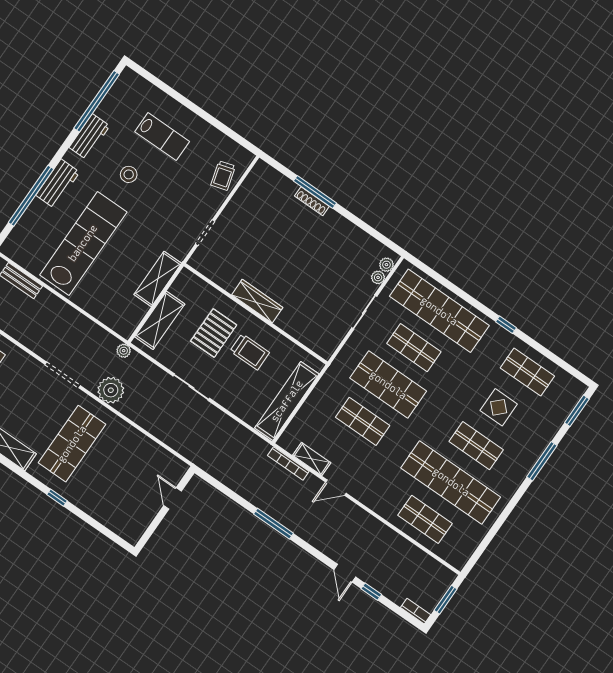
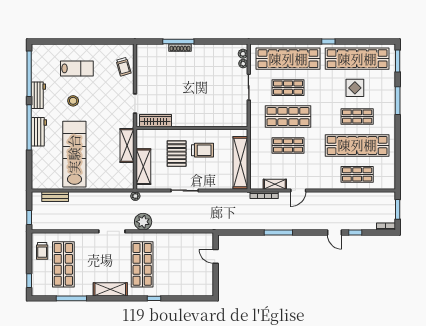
window: (31, 196) -> (29, 127), moved
wardrobe: (257, 301) -> (155, 121), moved
shop shelf: (527, 372) -> (357, 59), width x2.00, depth x1.36

